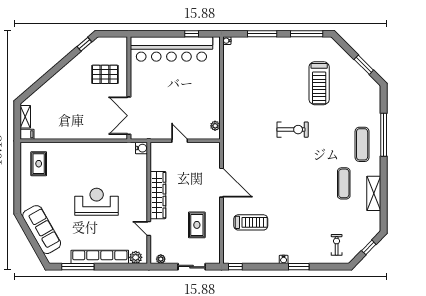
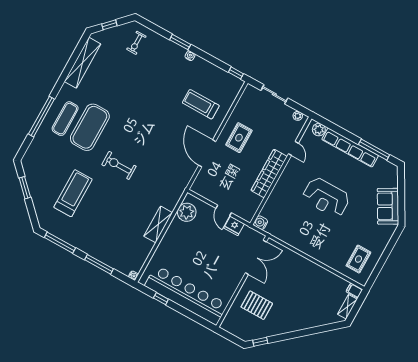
shelving: (230, 97) -> (158, 224), added
plant: (215, 126) -> (187, 212), width x1.88, depth x1.88
fridge: (163, 132) -> (234, 226), added
exercise mat: (344, 183) -> (90, 127), moved, width x2.00, depth x1.45
shelving: (374, 193) -> (83, 63), width x1.47
rug: (197, 225) -> (239, 138), moved
sofa: (42, 230) -> (388, 206), width x0.73

